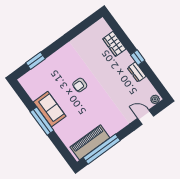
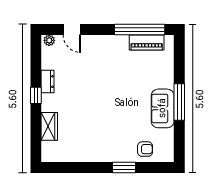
window: (35, 61) -> (124, 168), moved
armchair: (80, 85) -> (145, 149), moved
piano: (90, 142) -> (147, 43), width x0.73, depth x0.75

